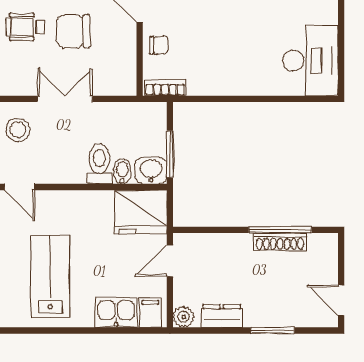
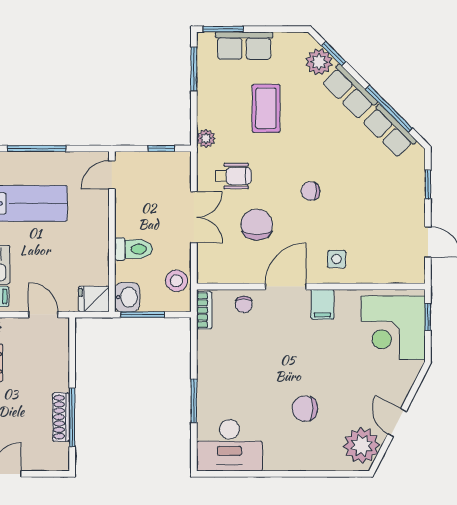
wheelchair: (25, 27) -> (233, 176), moved, turned 90
window: (263, 99) -> (194, 401), added
stool: (18, 130) -> (176, 281), moved
bidet: (122, 171) -> (126, 270), removed
fridge: (141, 212) -> (94, 299), width x0.53, depth x0.75

